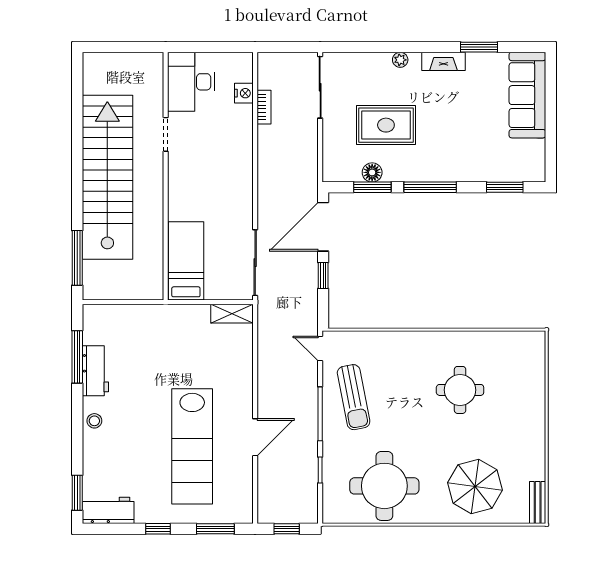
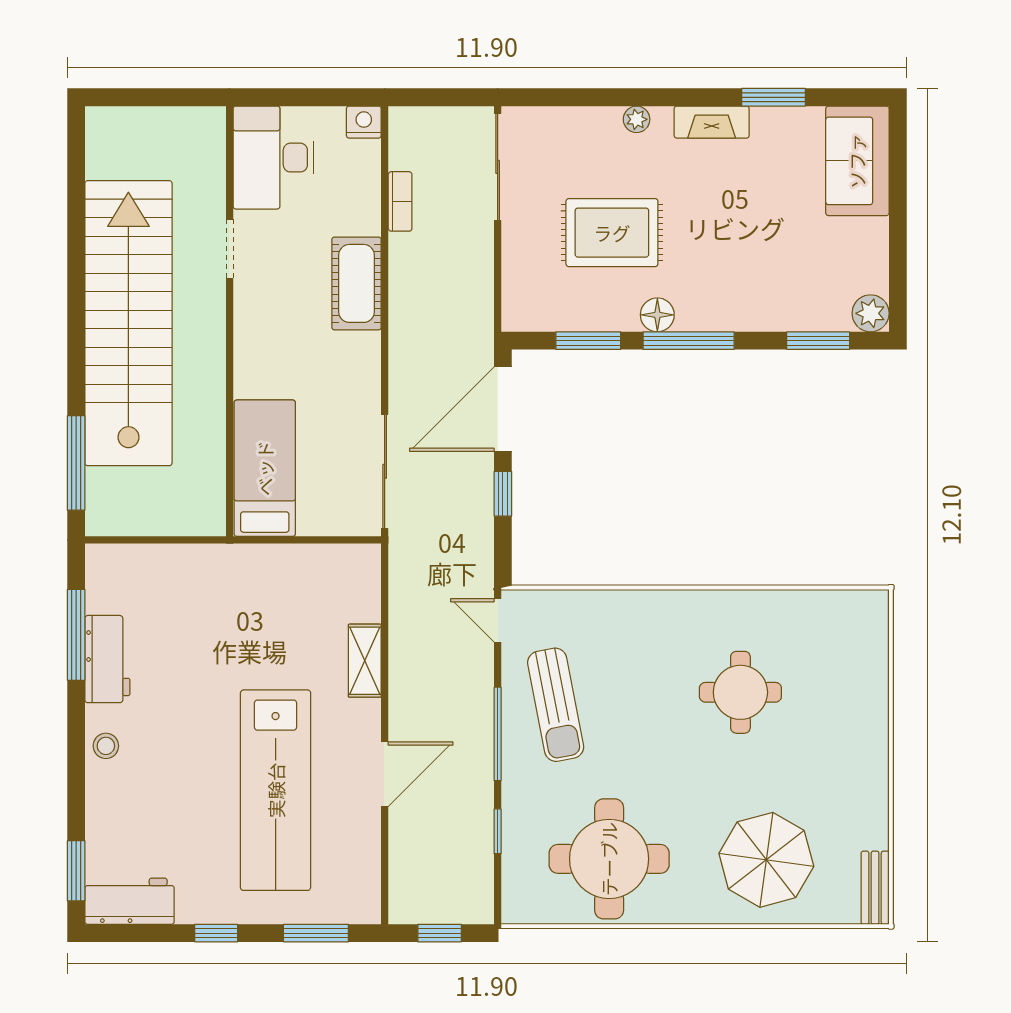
nightstand: (244, 93) -> (364, 122), moved, turned -90
sofa: (527, 95) -> (857, 161), width x0.73
cot: (239, 154) -> (356, 283), added
floor lamp: (372, 172) -> (657, 315), moved
plant: (535, 172) -> (871, 313), added
shelving: (232, 314) -> (365, 661), moved, turned 90

